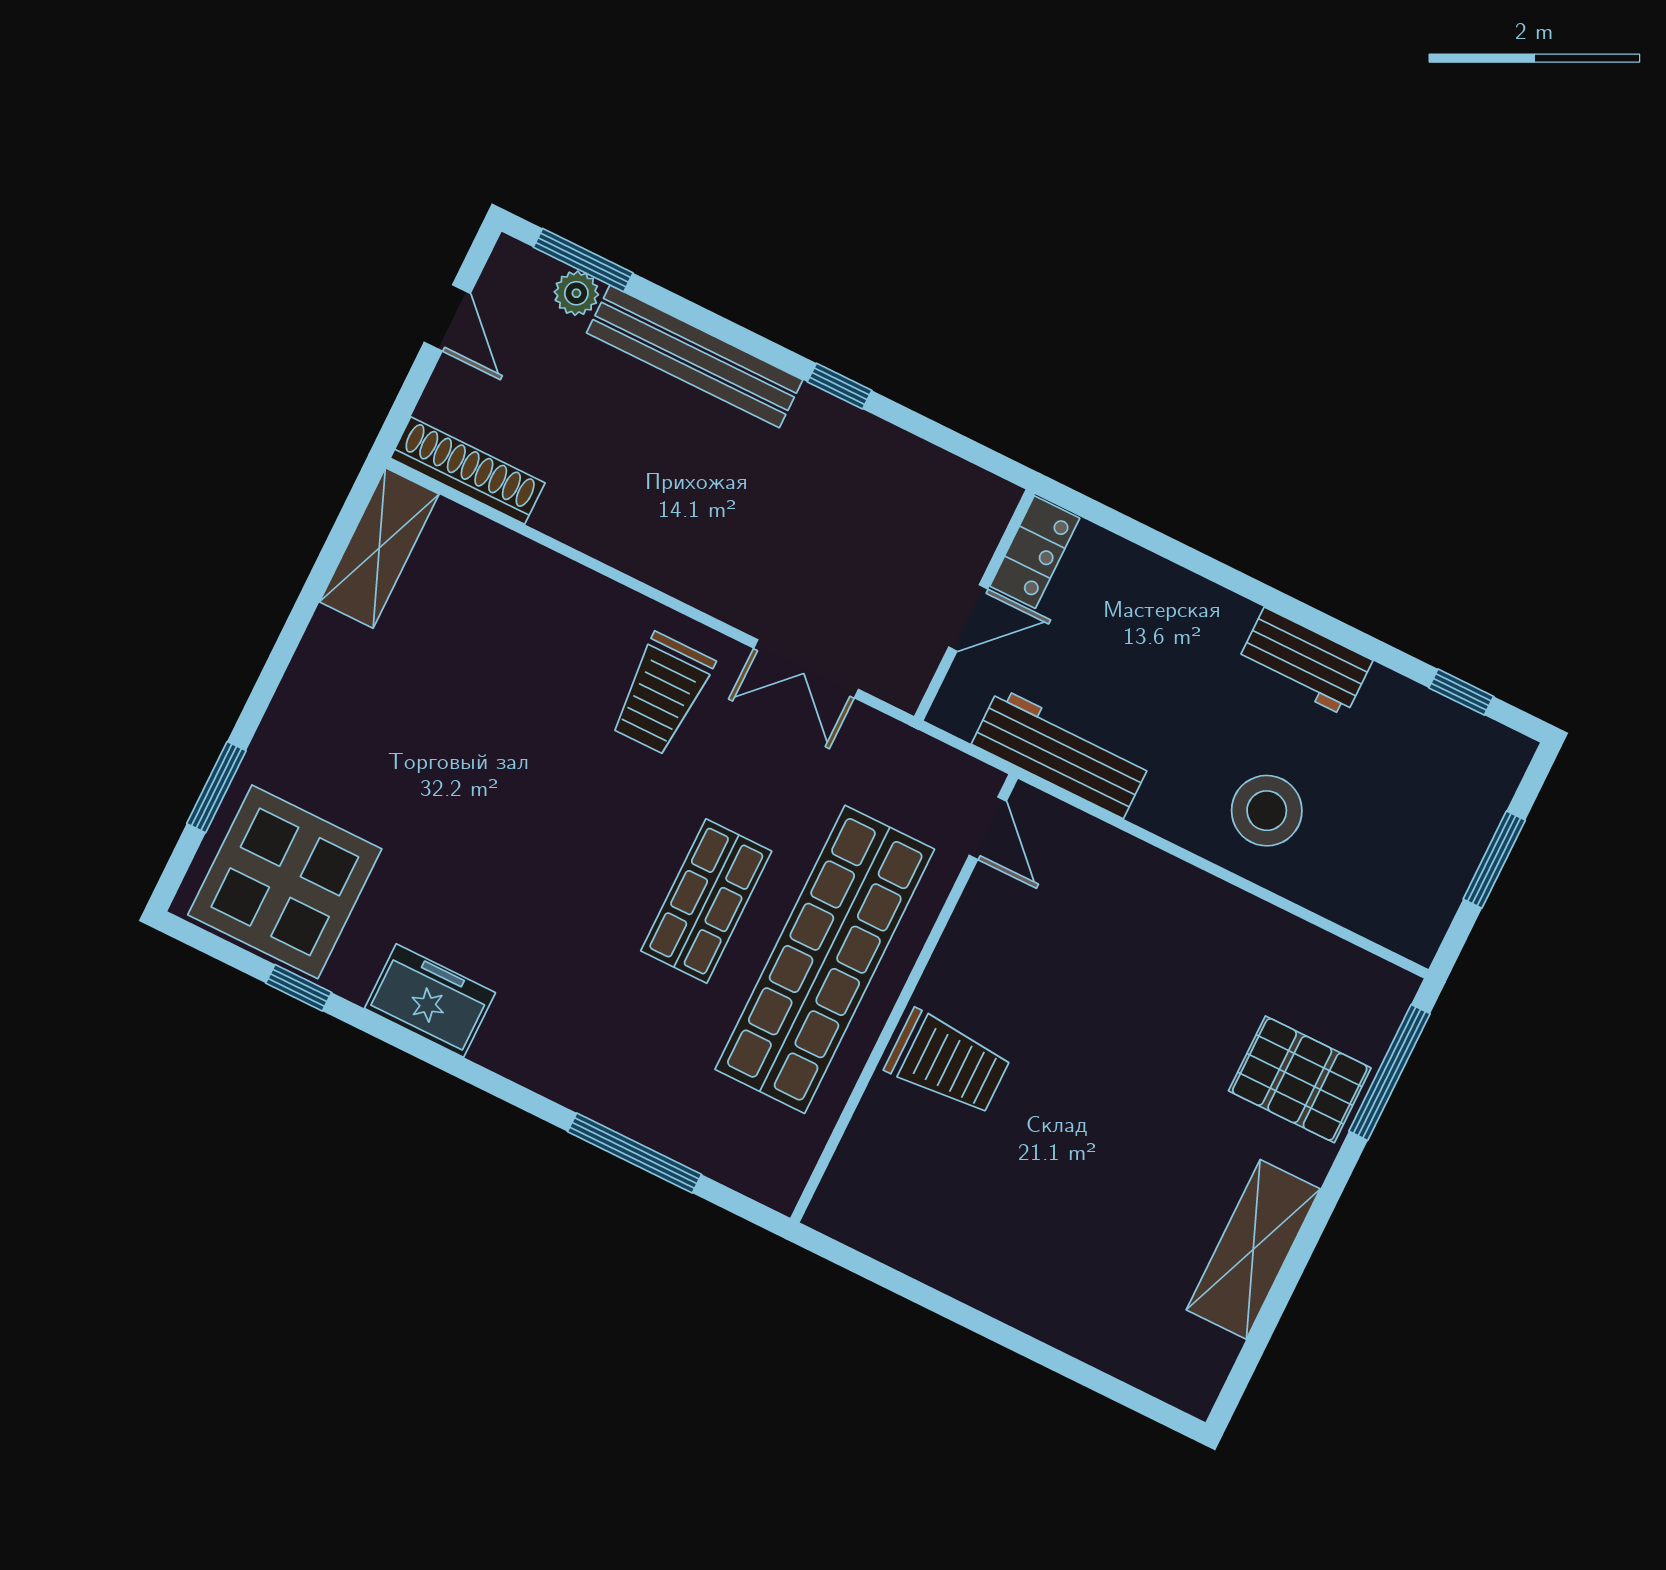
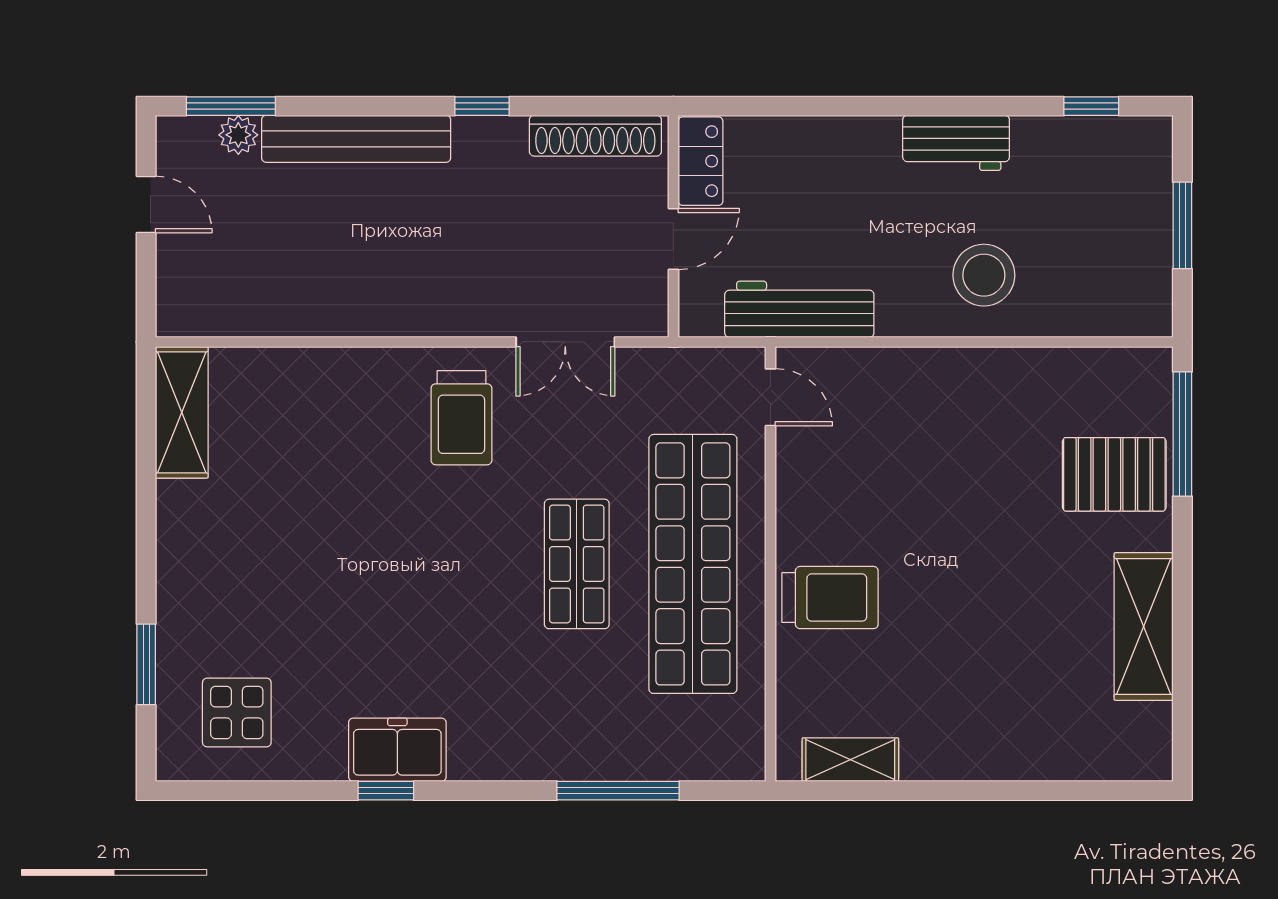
shoe rack: (468, 470) -> (595, 136), moved, turned 180
display table: (285, 882) -> (237, 712), width x0.54, depth x0.54
window: (299, 988) -> (386, 791), moved
shelving: (887, 1238) -> (850, 760), added

